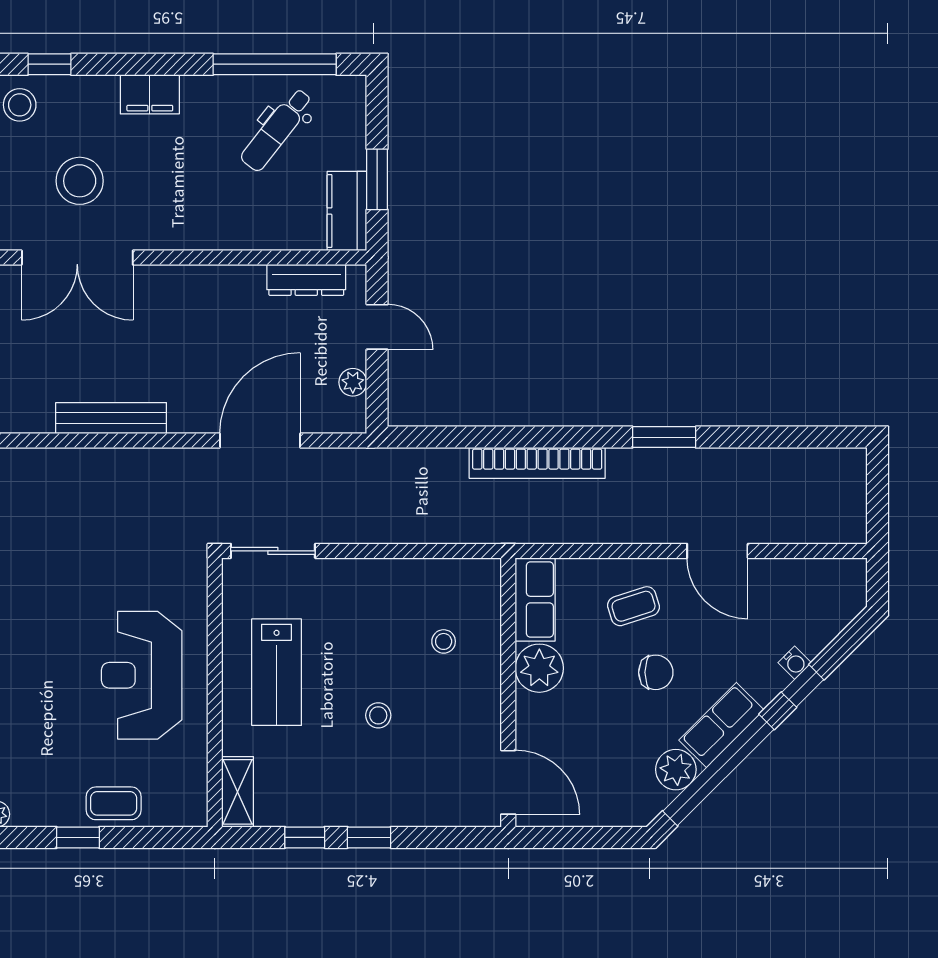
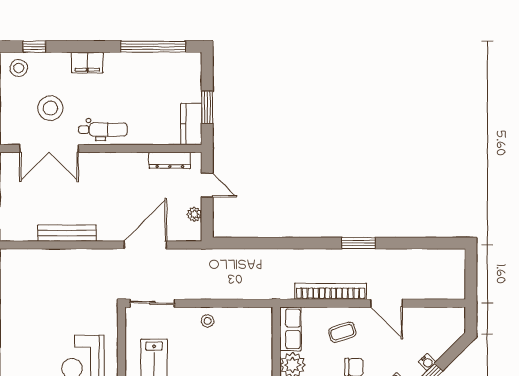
dental chair: (277, 130) -> (103, 130), moved, turned -128
bookcase: (537, 463) -> (331, 291), moved, turned 180
stool: (444, 641) -> (208, 321), moved

